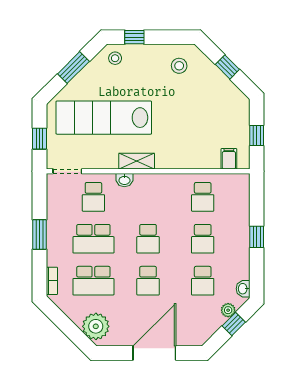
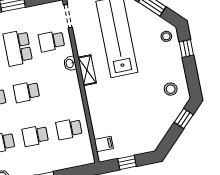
window: (227, 67) -> (184, 118), moved

